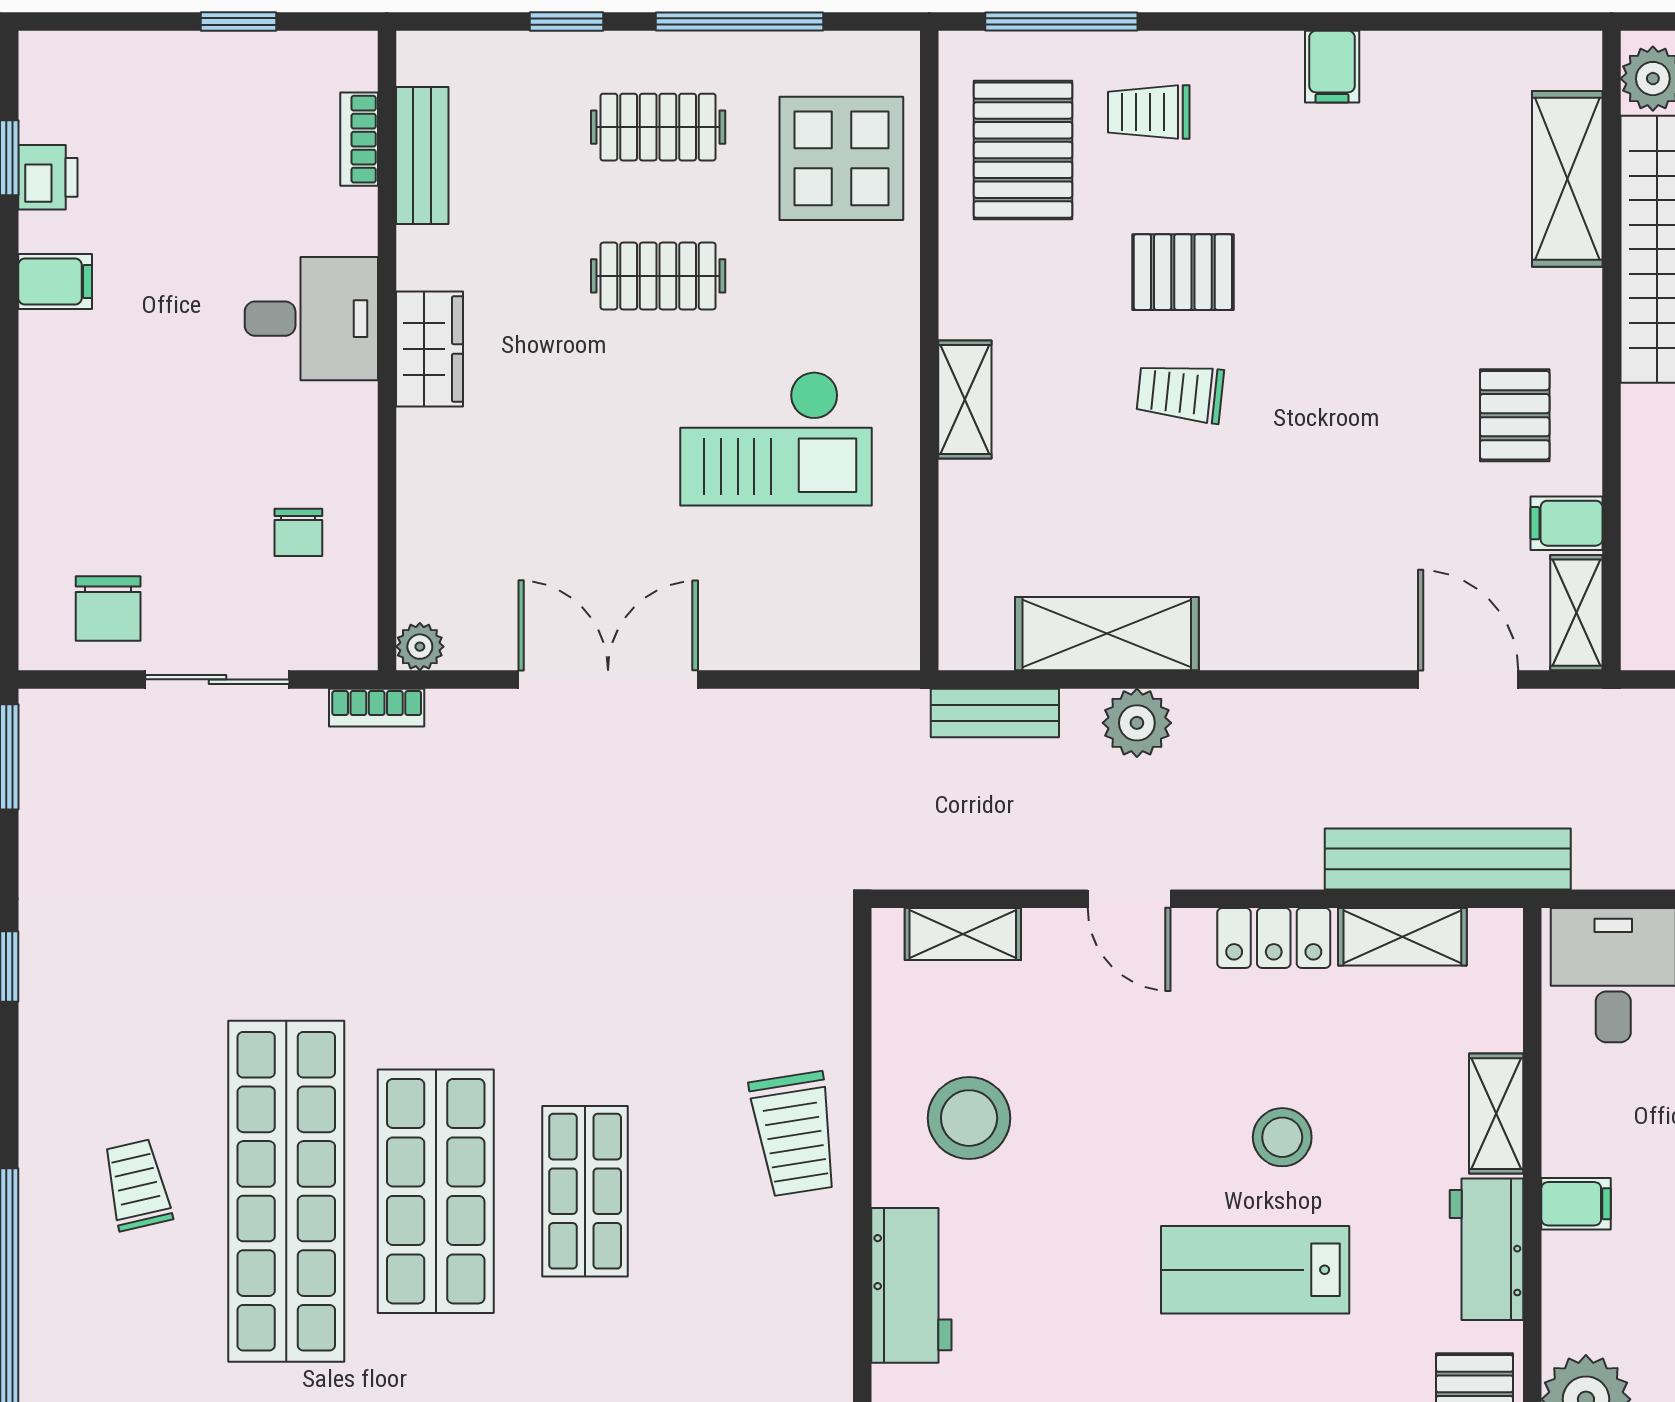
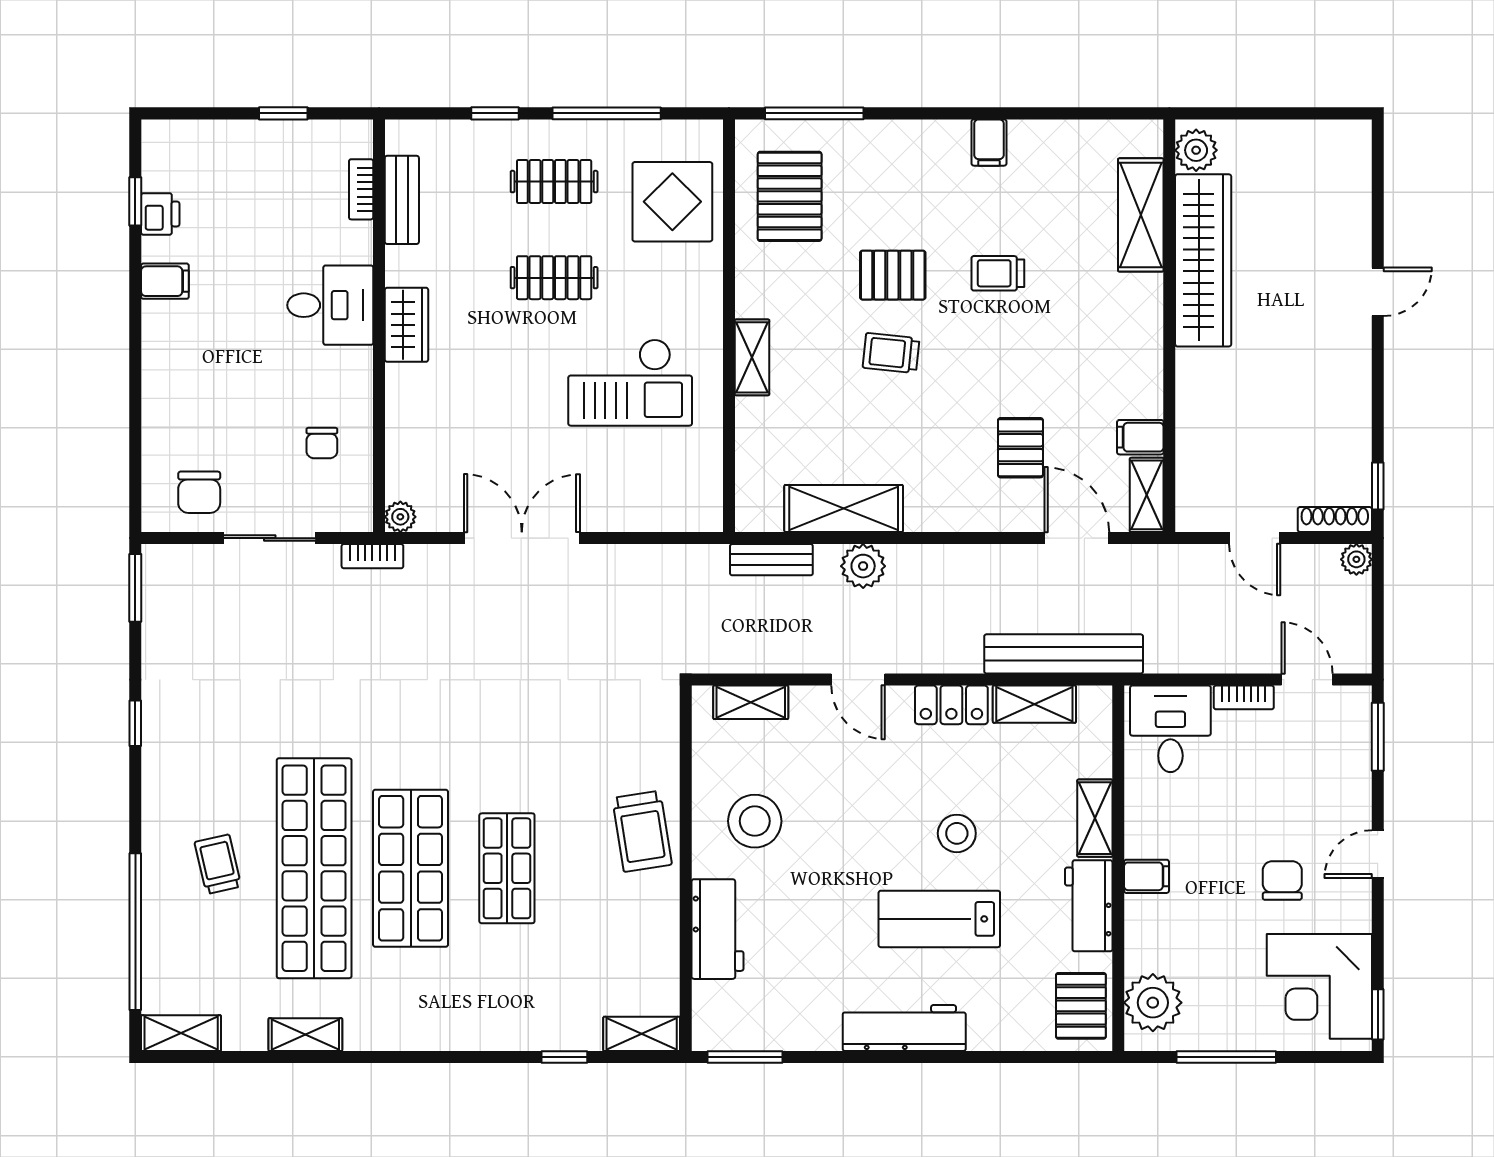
trolley: (1149, 112) -> (998, 273), moved
pallet: (1515, 415) -> (1020, 448), moved

